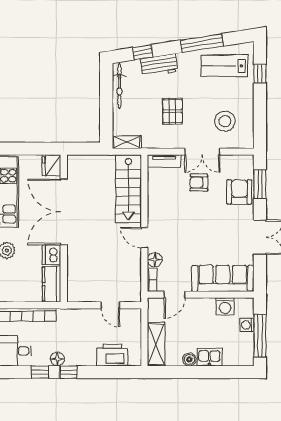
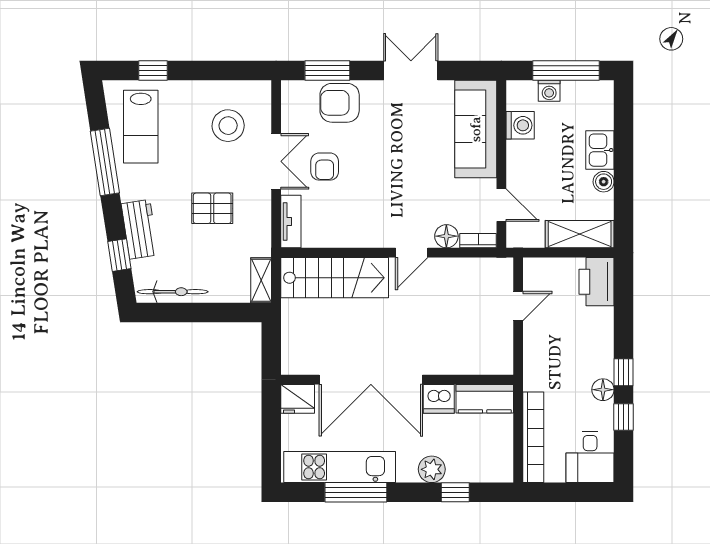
printer: (112, 355) -> (597, 282), moved

